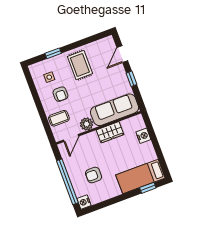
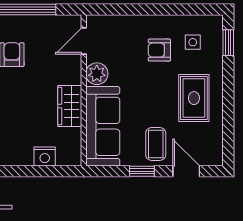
window: (53, 53) -> (228, 43), moved
rug: (80, 65) -> (194, 98), turned 90
coffee table: (59, 118) -> (156, 144), moved
door: (71, 138) -> (84, 41), hinge flipped

